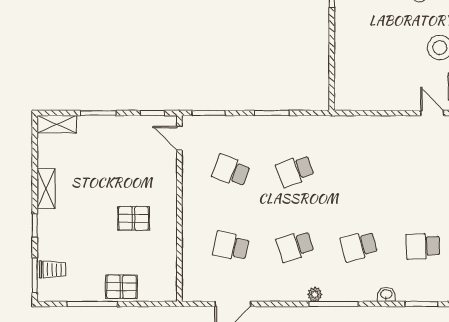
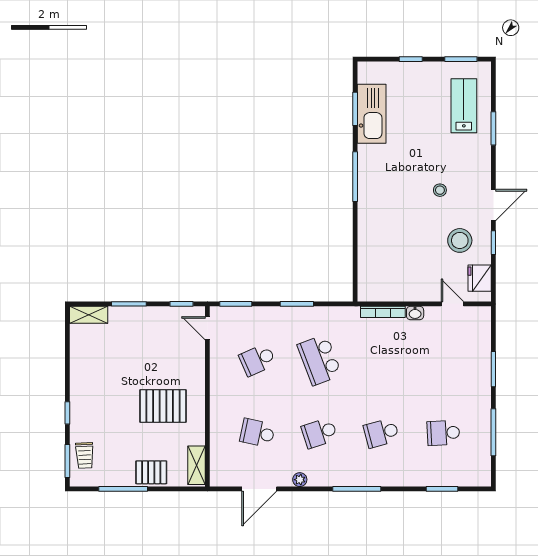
bookcase: (360, 121) -> (383, 312), added
school desk: (231, 171) -> (257, 360), turned -45
school desk: (295, 171) -> (319, 360), width x1.85
shelving: (46, 189) -> (196, 465), moved
pallet: (133, 218) -> (163, 406), width x1.50, depth x1.42
trolley: (53, 269) -> (85, 455), turned 87
plant: (315, 294) -> (300, 480), moved
washbasin: (386, 295) -> (415, 313), moved, turned 180

